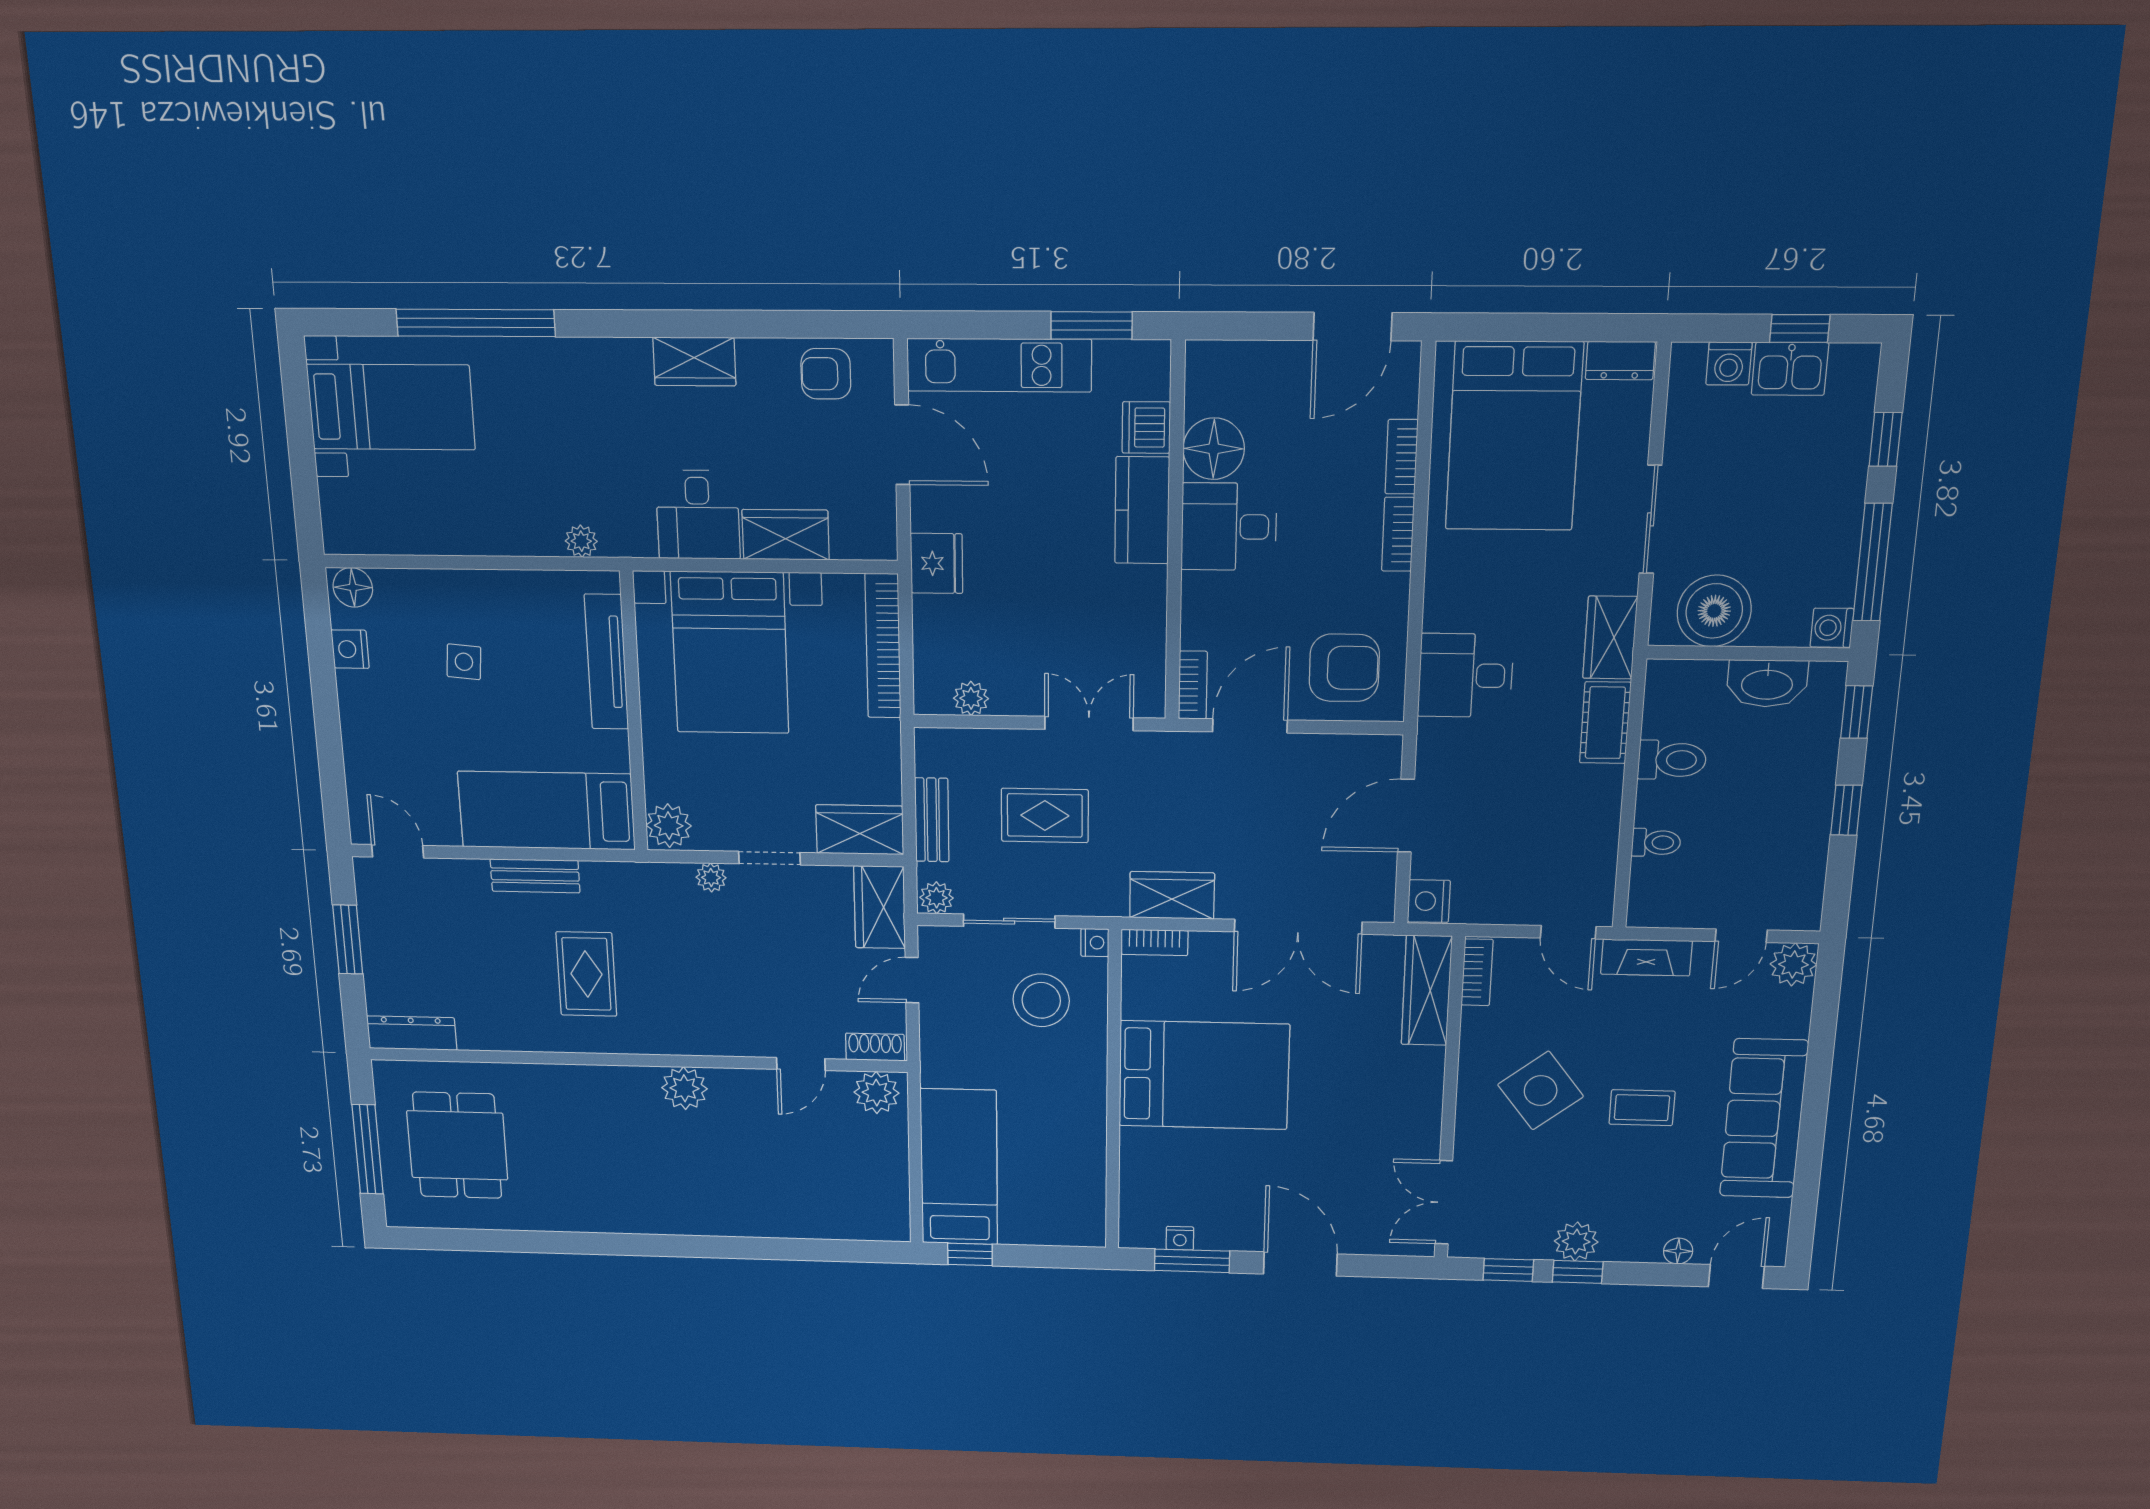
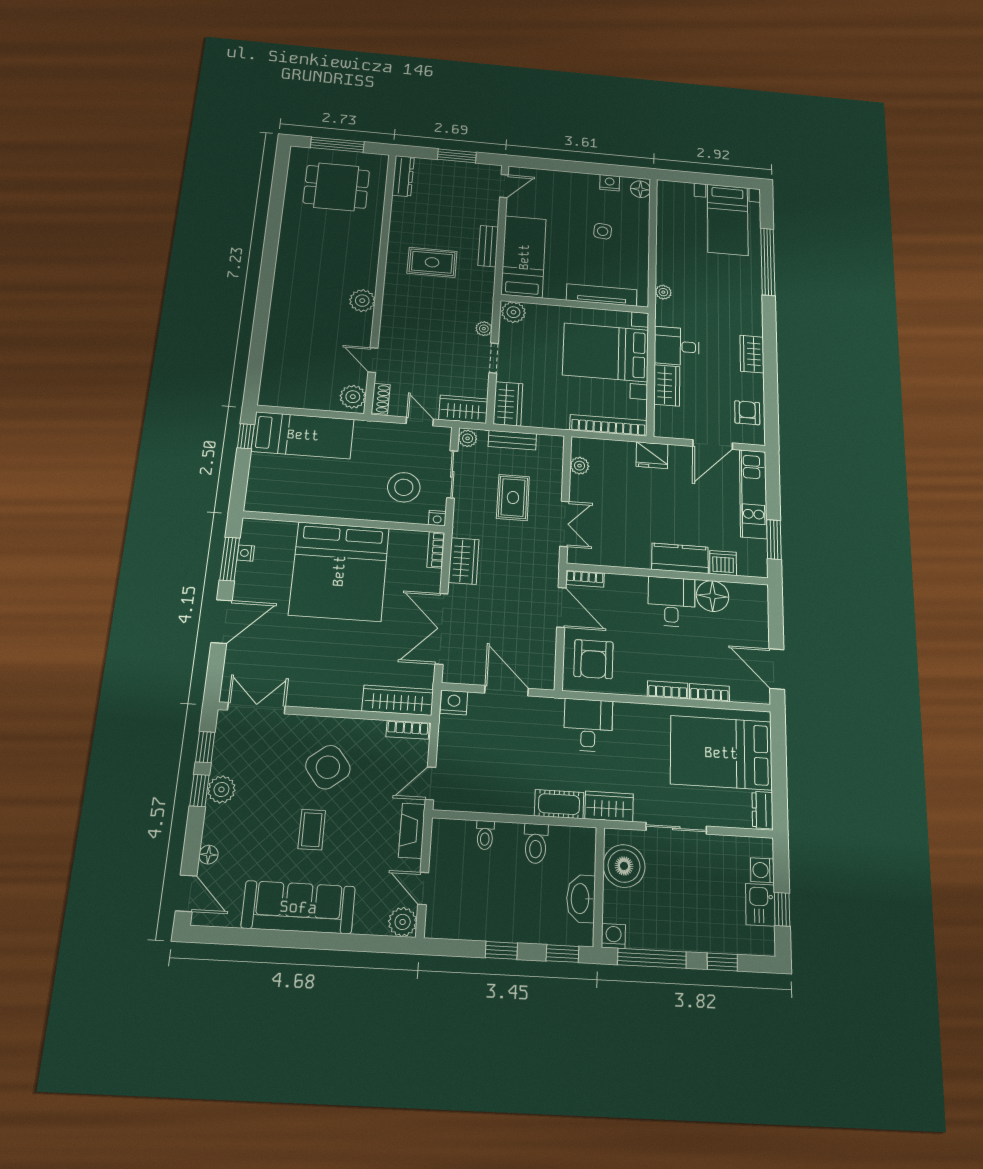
bed: (1204, 1075) -> (339, 571), width x1.36

